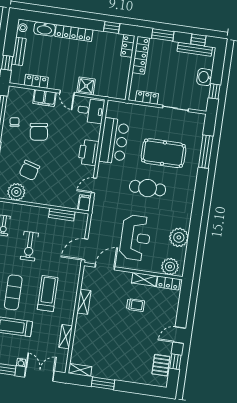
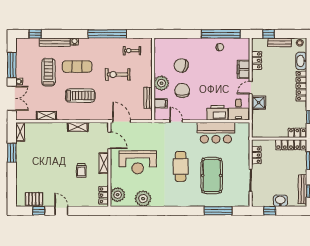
chair: (39, 132) -> (182, 90), moved, turned 98
printer: (89, 153) -> (217, 113), moved
plant: (16, 192) -> (161, 83), moved
filing cabinet: (84, 203) -> (161, 103), moved
shelving: (144, 279) -> (104, 163), moved

